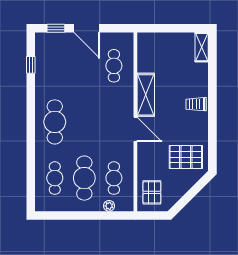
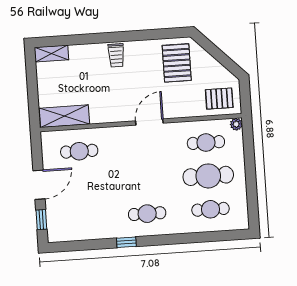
window: (31, 65) -> (126, 242), moved
shelving: (146, 95) -> (64, 116), moved
cafe table: (55, 122) -> (147, 214), width x0.73, depth x0.74
plant: (109, 206) -> (236, 124), moved

